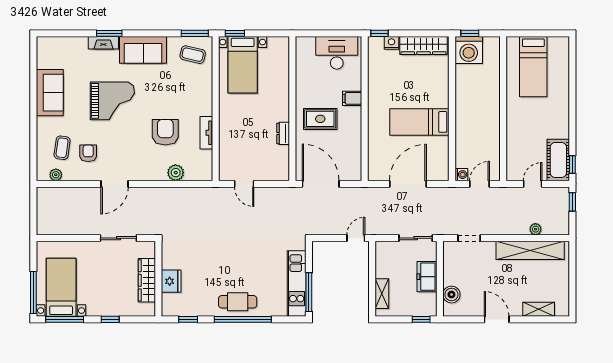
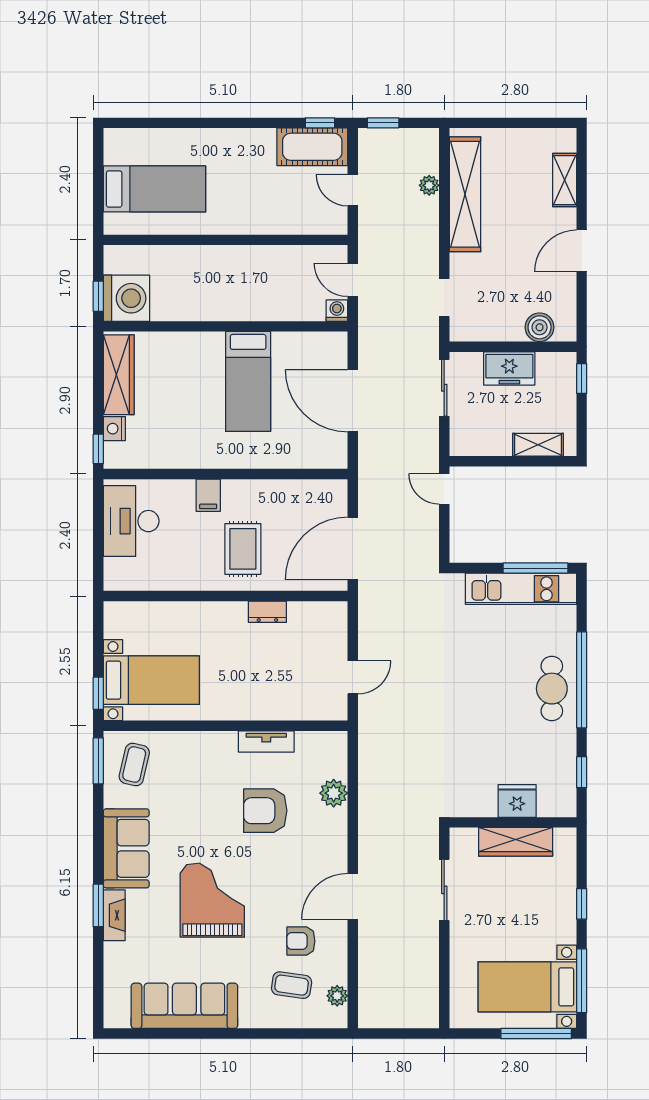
sofa: (50, 93) -> (184, 1006), width x1.36
door: (115, 184) -> (353, 896), swing flipped

